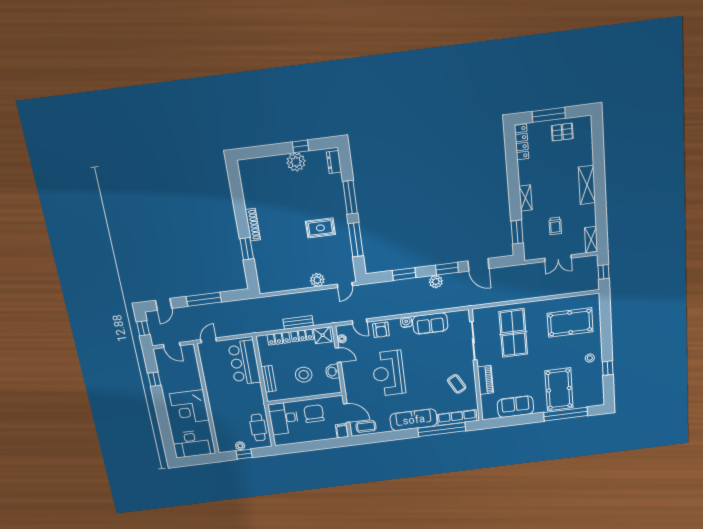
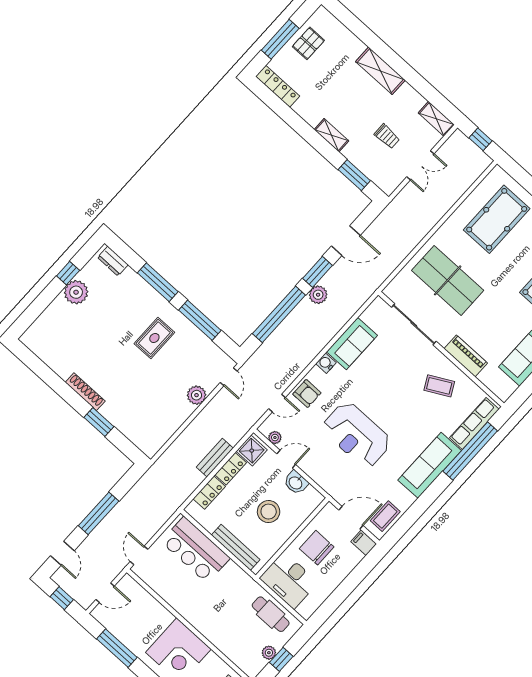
window: (404, 274) -> (279, 314), width x2.11
window: (154, 379) -> (117, 648), width x2.17
bench: (269, 379) -> (236, 547), width x1.36

